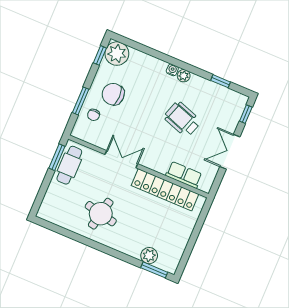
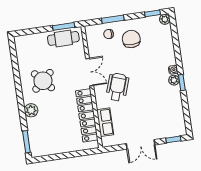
plant: (117, 54) -> (165, 19), width x0.53, depth x0.53
window: (220, 81) -> (182, 83), moved
wheelchair: (182, 119) -> (117, 87), moved
double door: (230, 152) -> (141, 144), swing flipped
round table: (101, 214) -> (43, 81), turned 36
plant: (149, 256) -> (31, 110), moved

